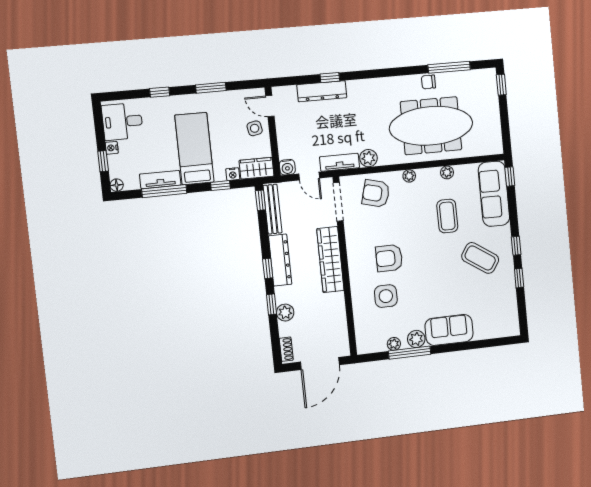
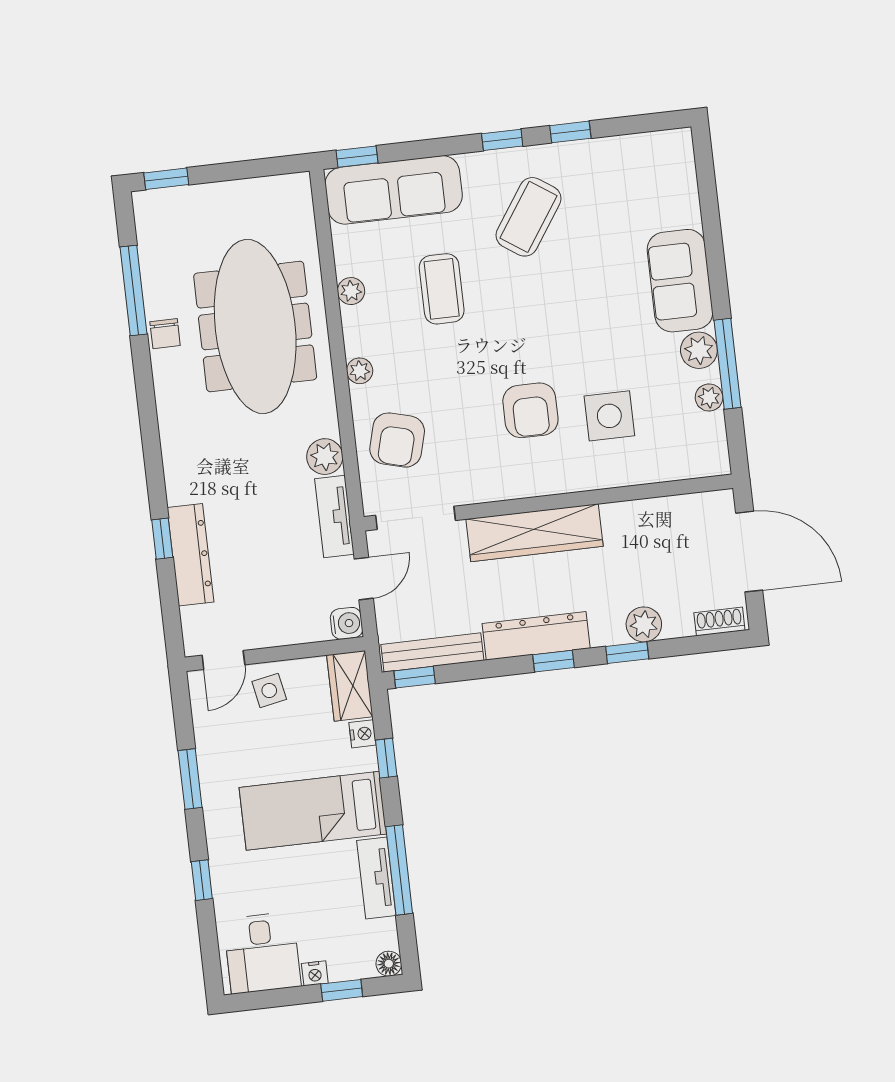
coffee table: (447, 216) -> (442, 289), turned 90

